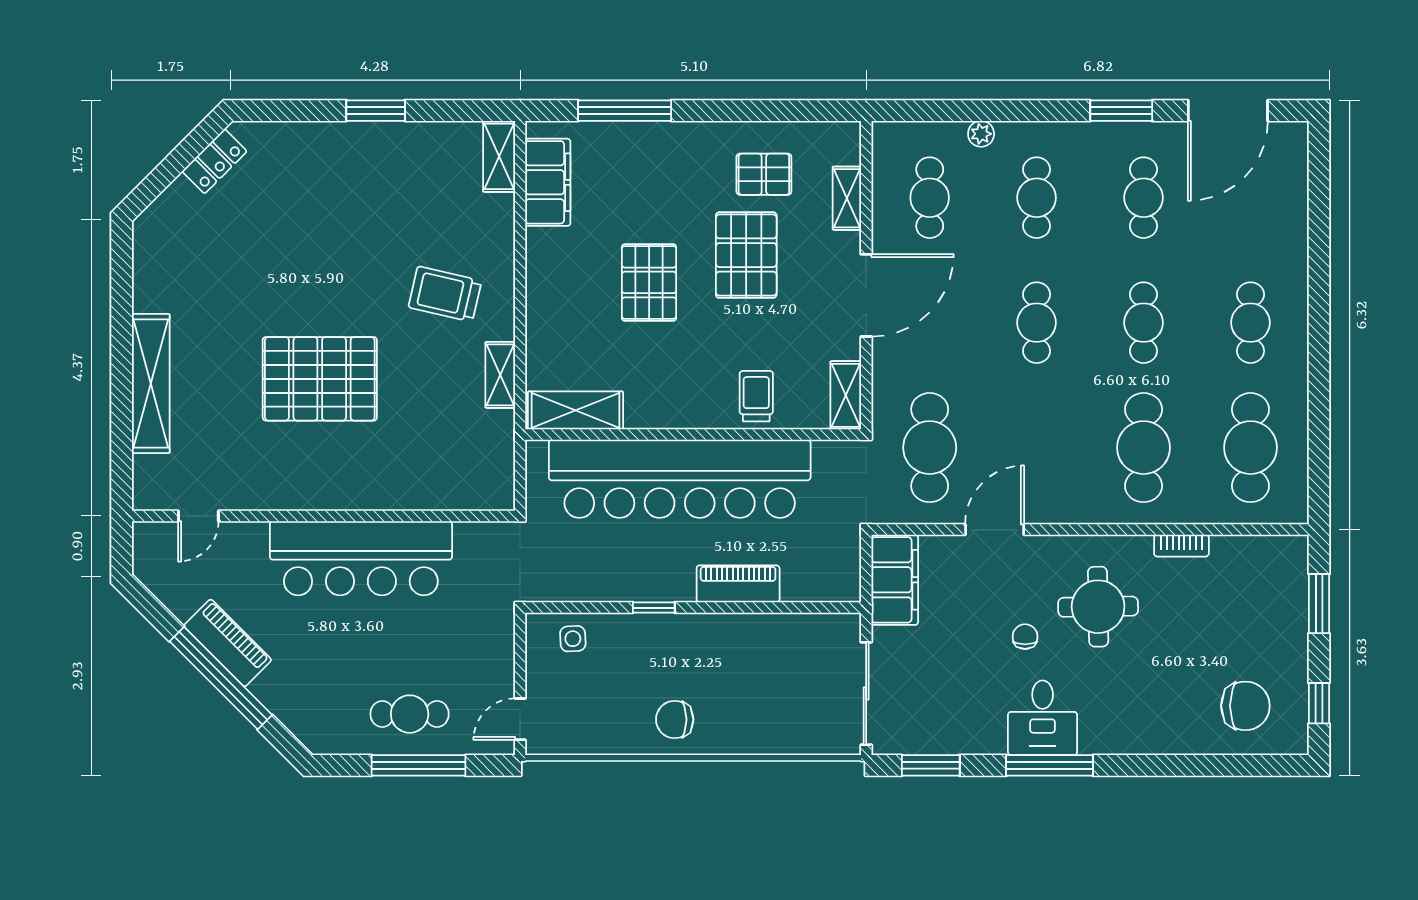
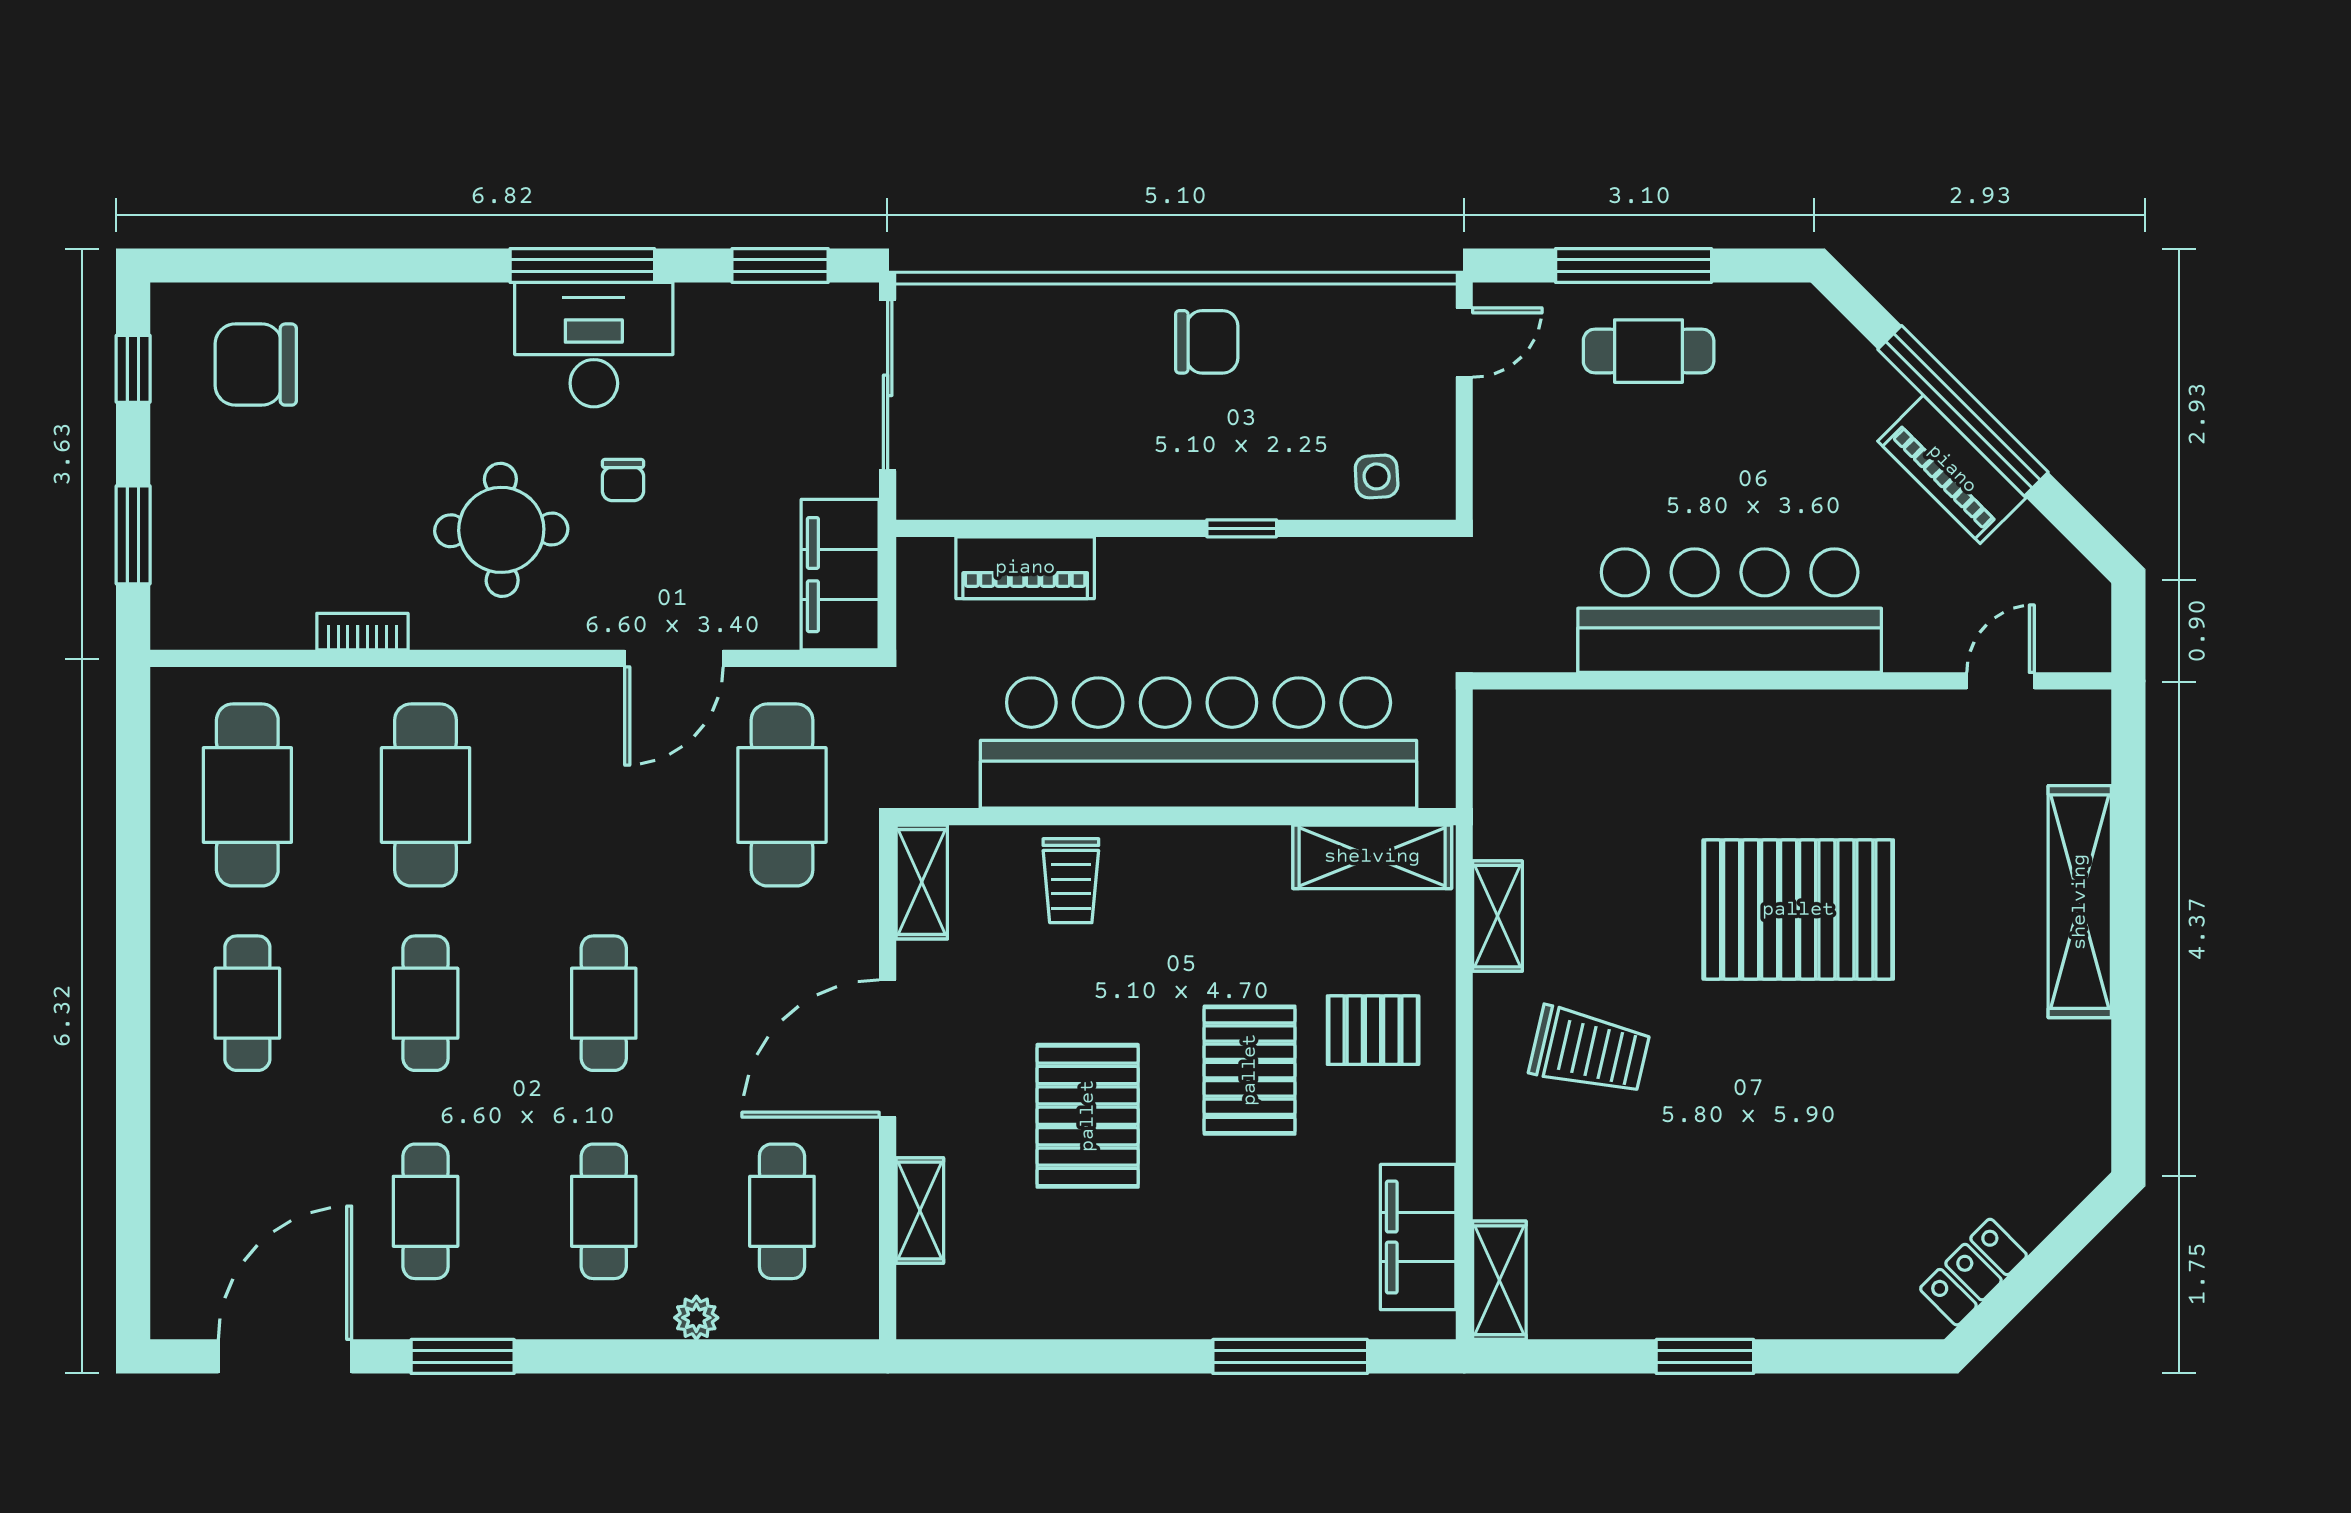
pallet: (764, 174) -> (1373, 1030), moved
piano: (738, 584) -> (1025, 568), moved
desk: (1043, 718) -> (594, 345), width x1.37

